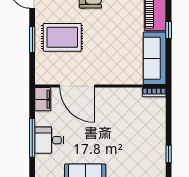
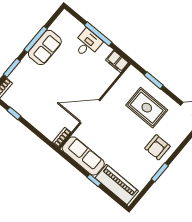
rug: (62, 37) -> (147, 108), turned 90
window: (32, 39) -> (154, 80), moved
door: (77, 86) -> (90, 112), moved

